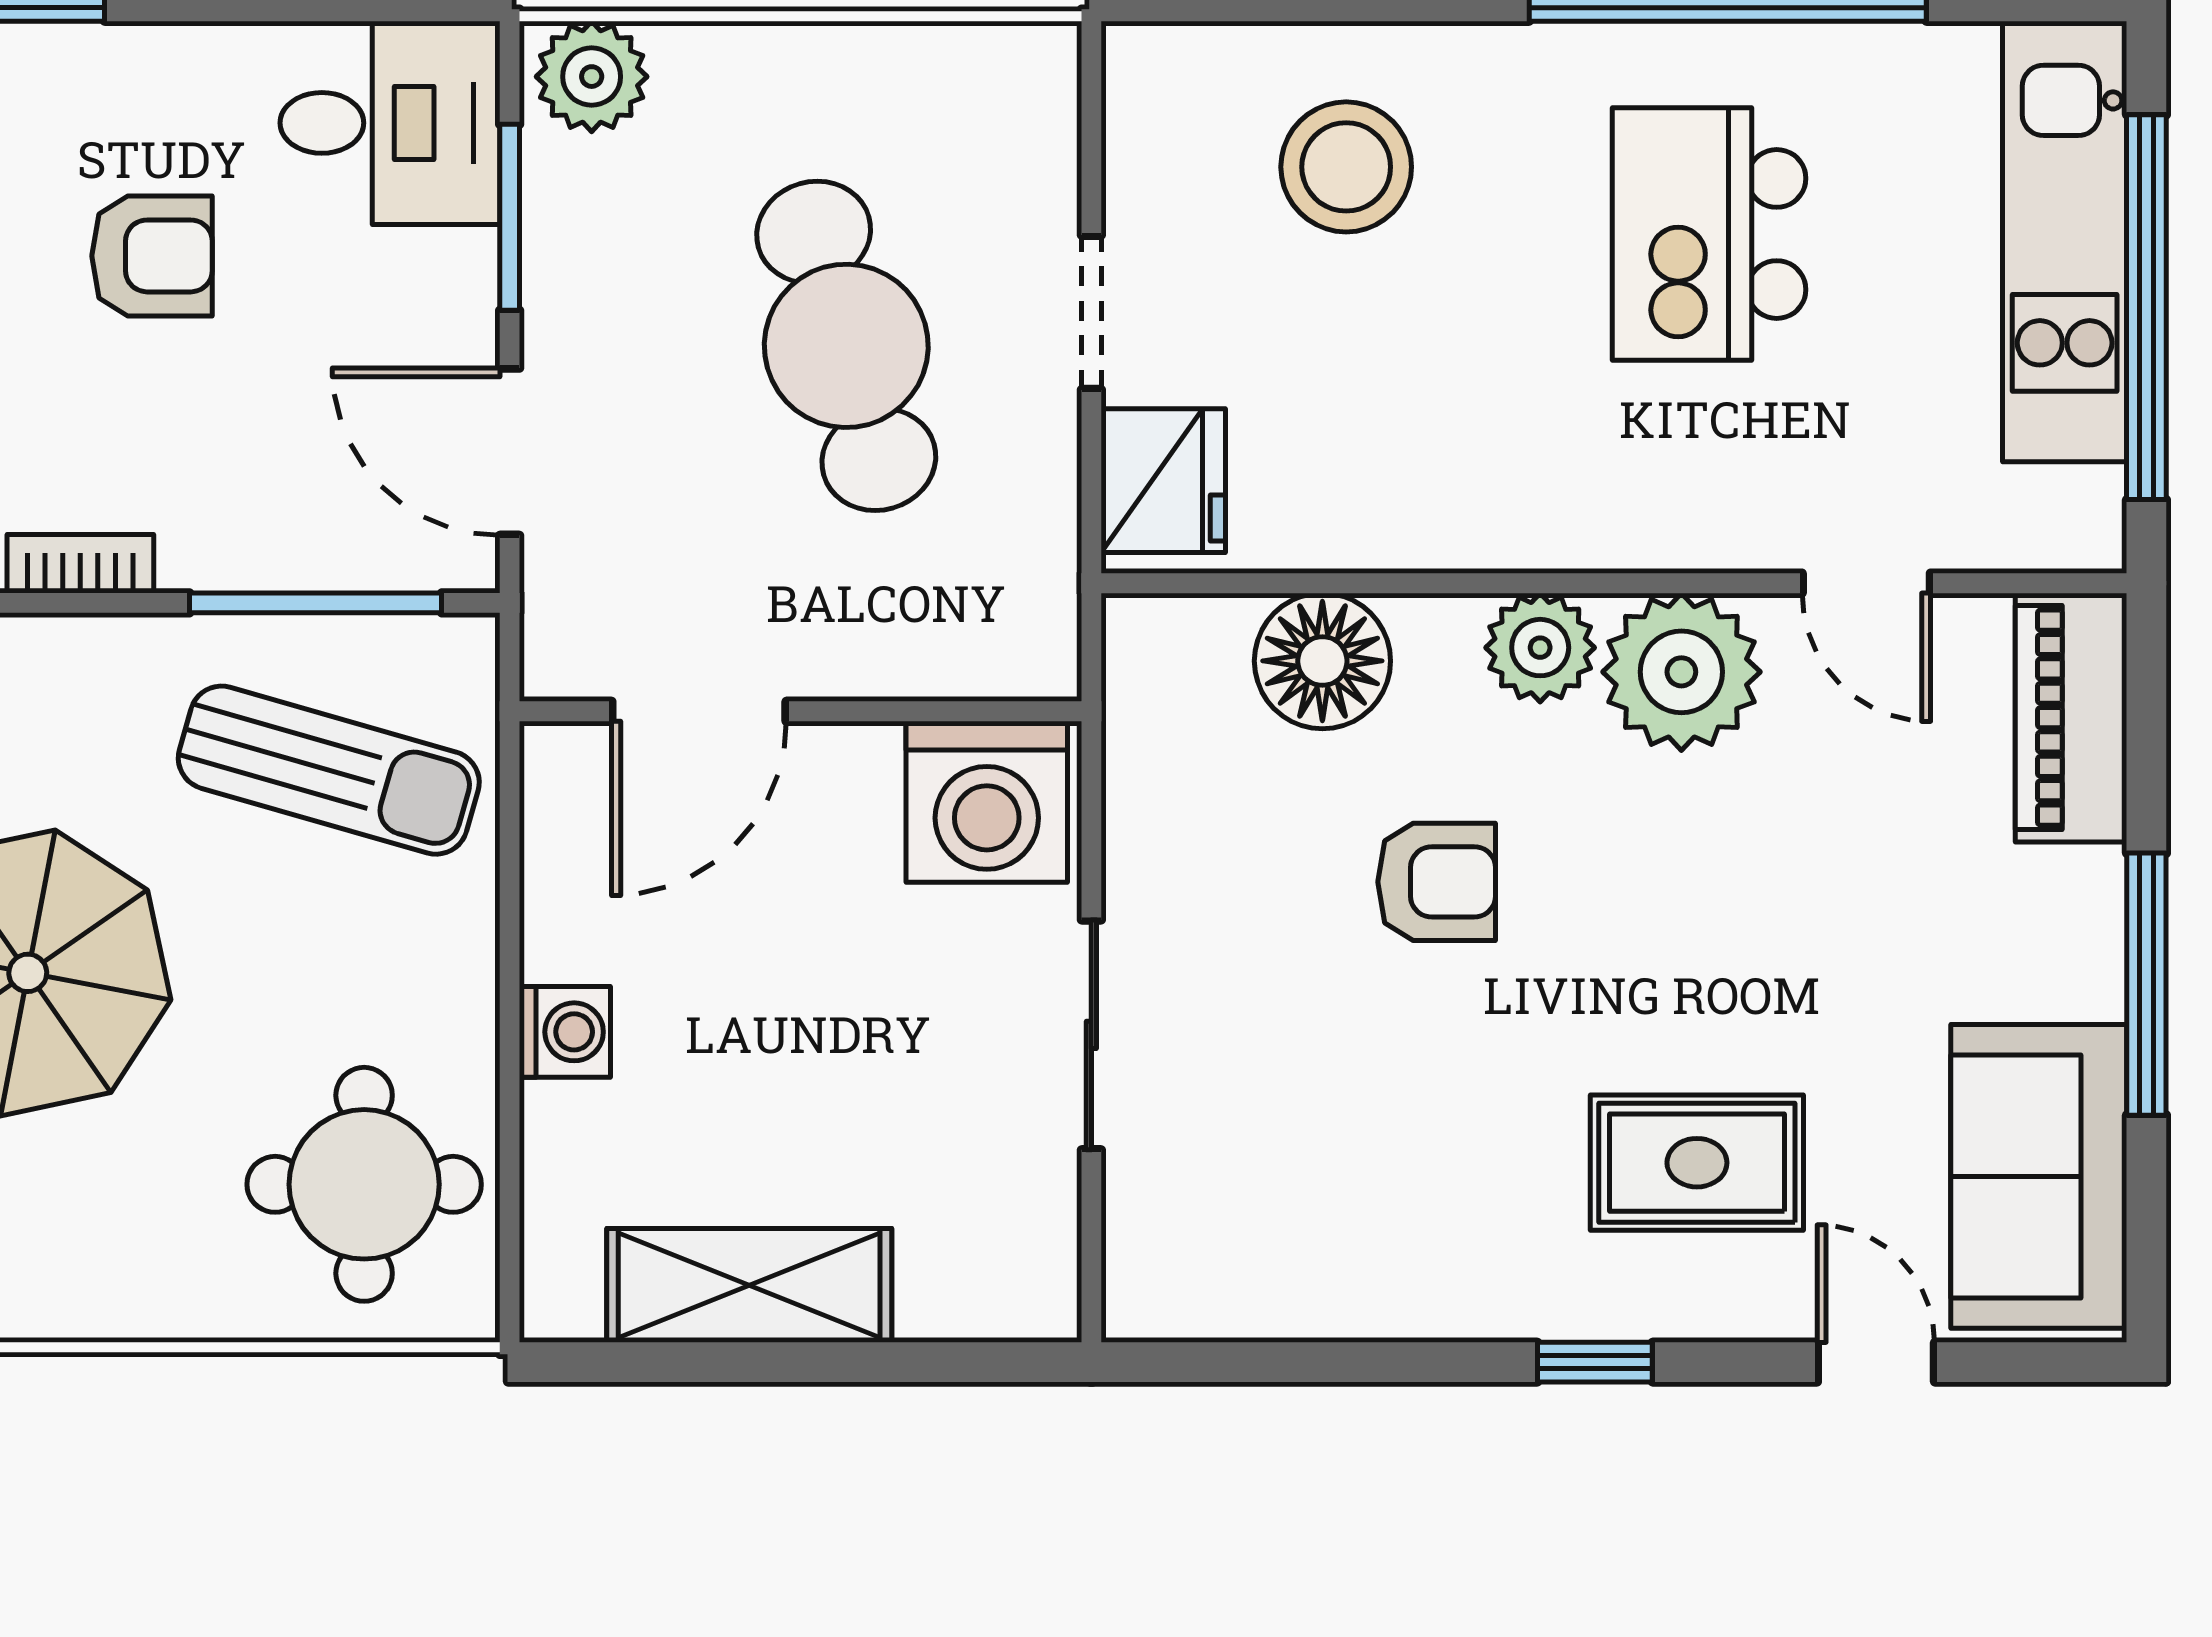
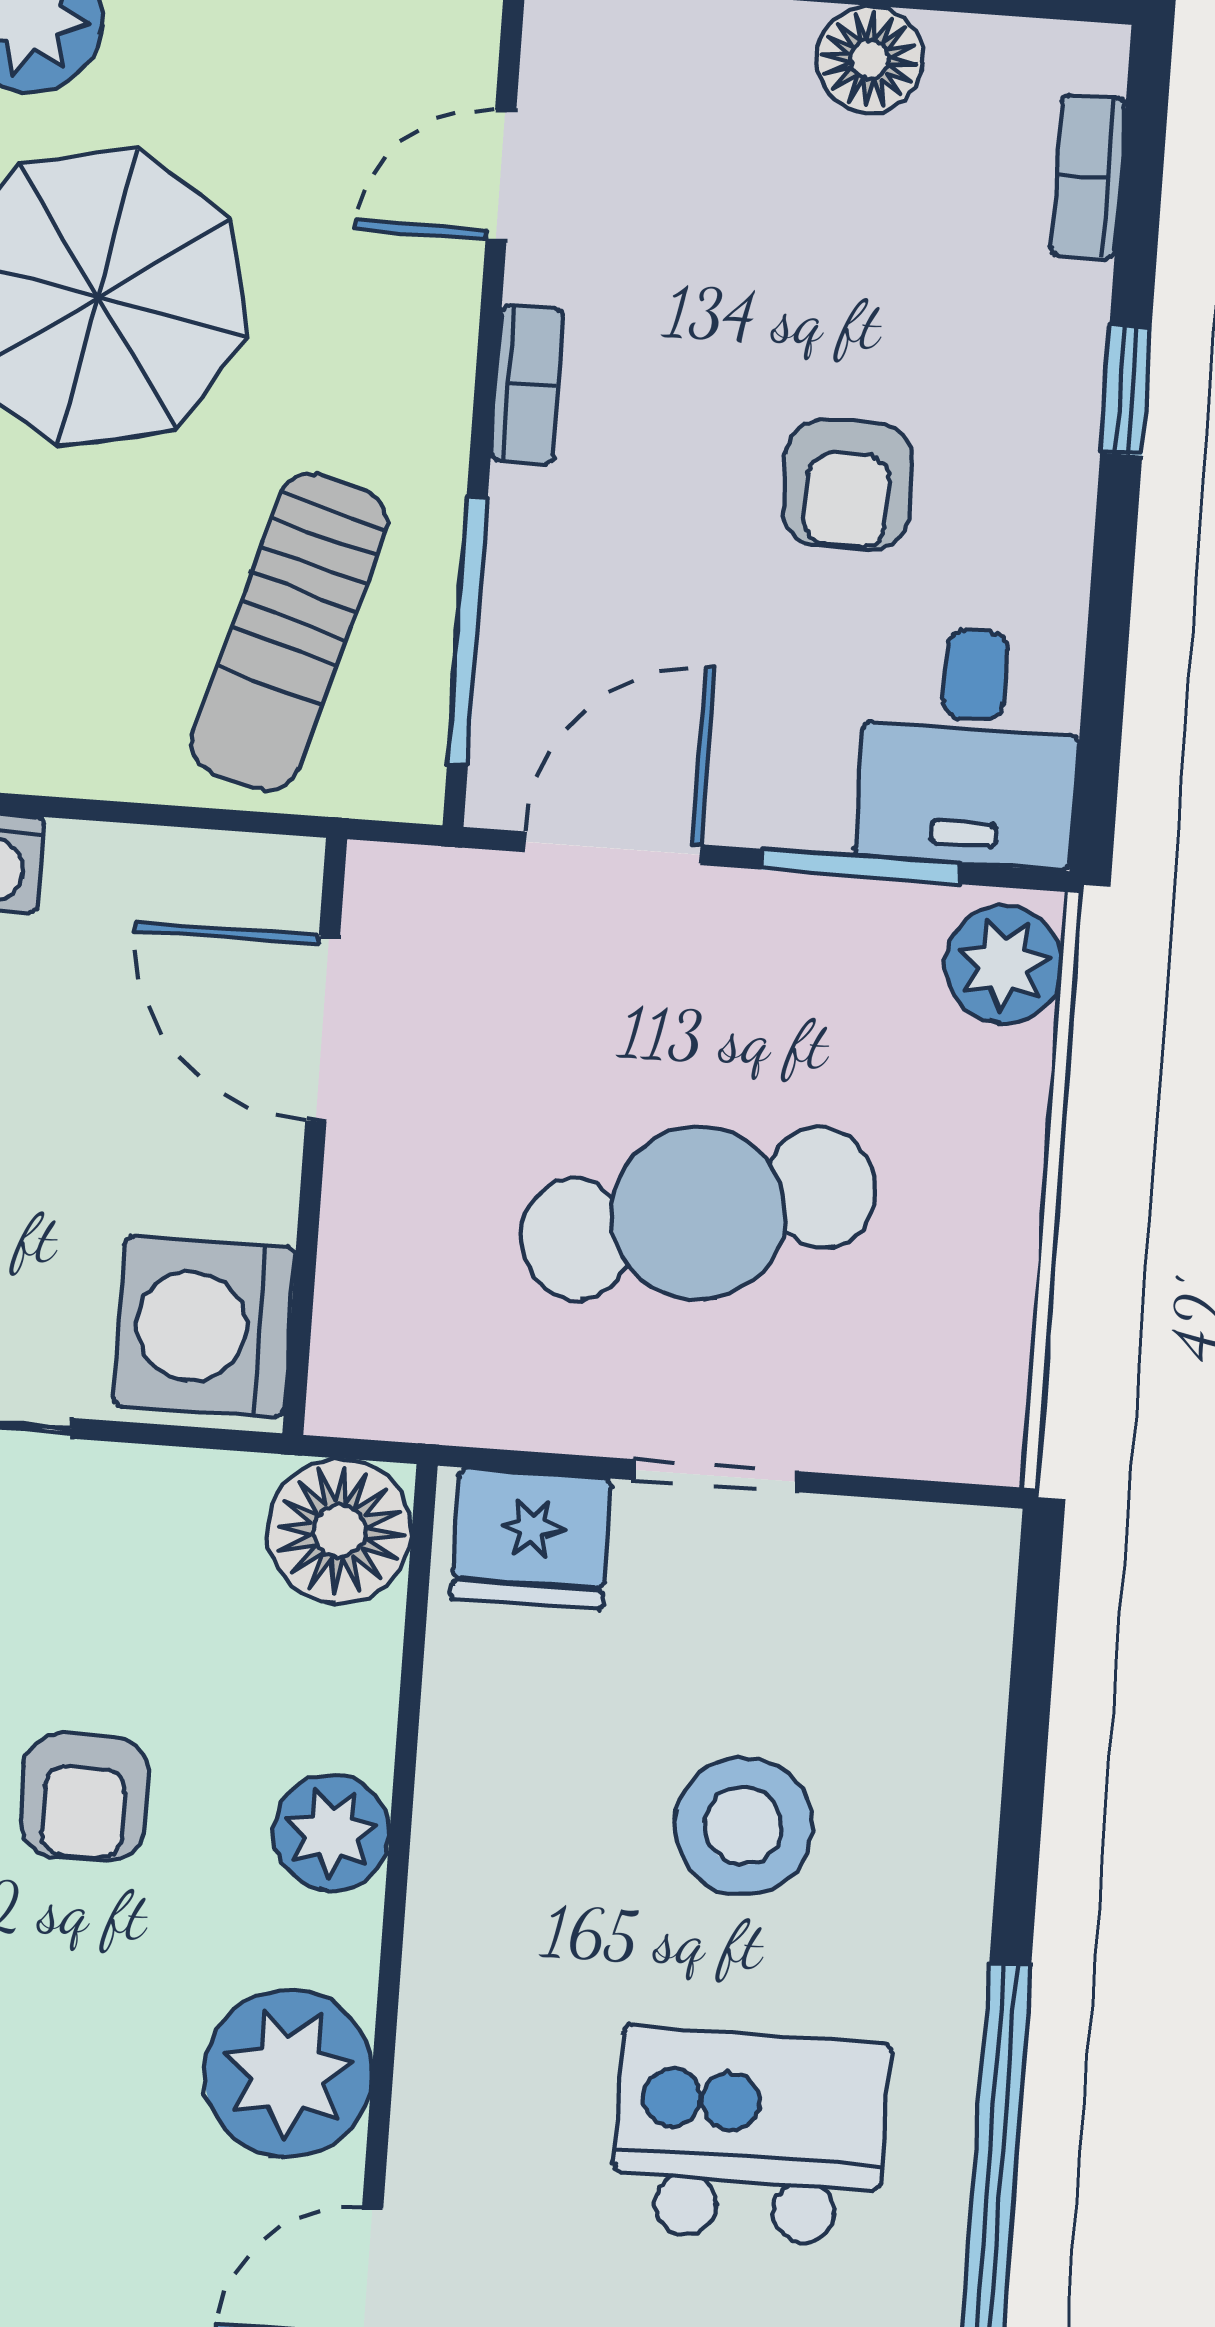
stool: (1346, 167) -> (743, 1826), moved
plant: (1540, 648) -> (331, 1833), moved
floor lamp: (1322, 661) -> (339, 1531), moved

